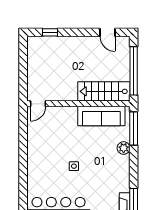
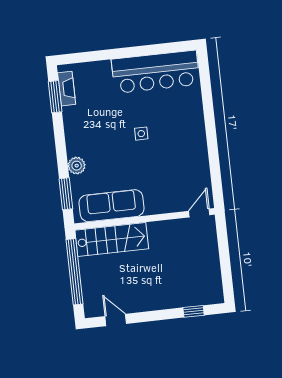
window: (134, 128) -> (66, 194), width x0.69

